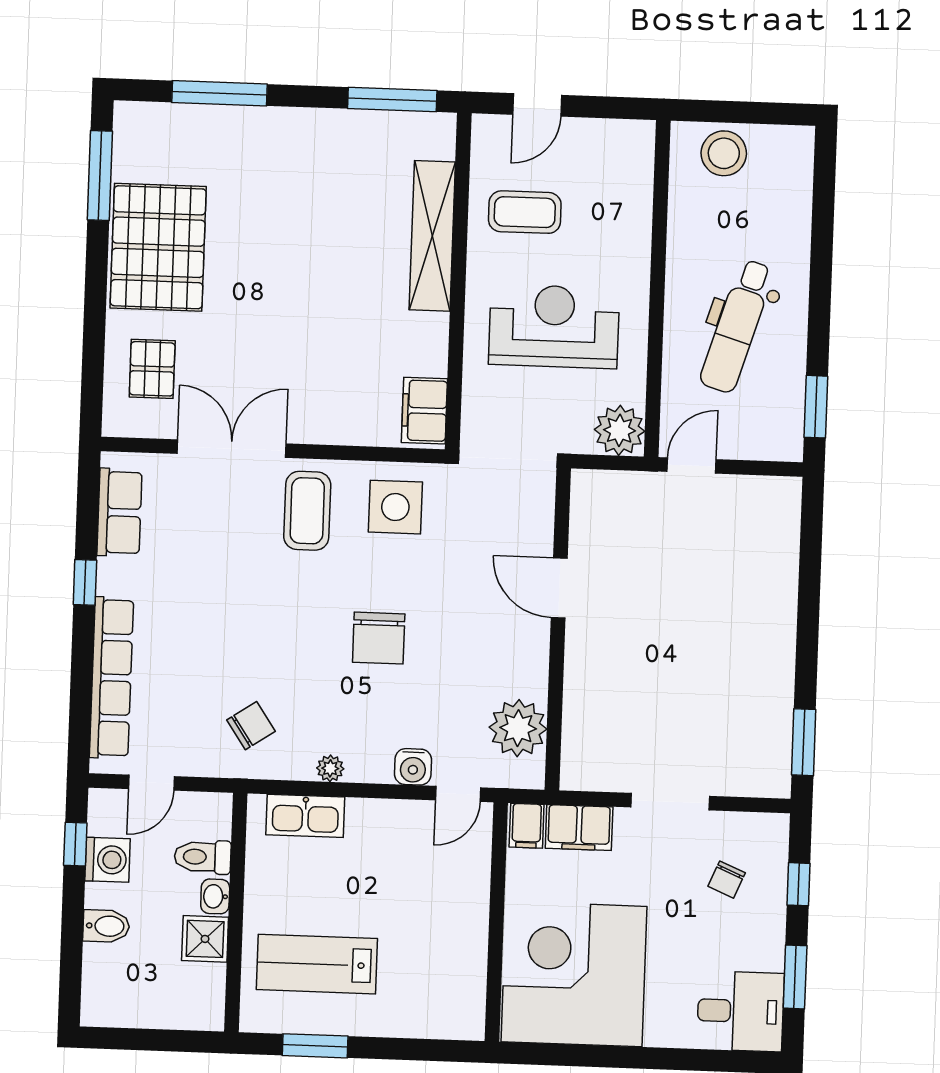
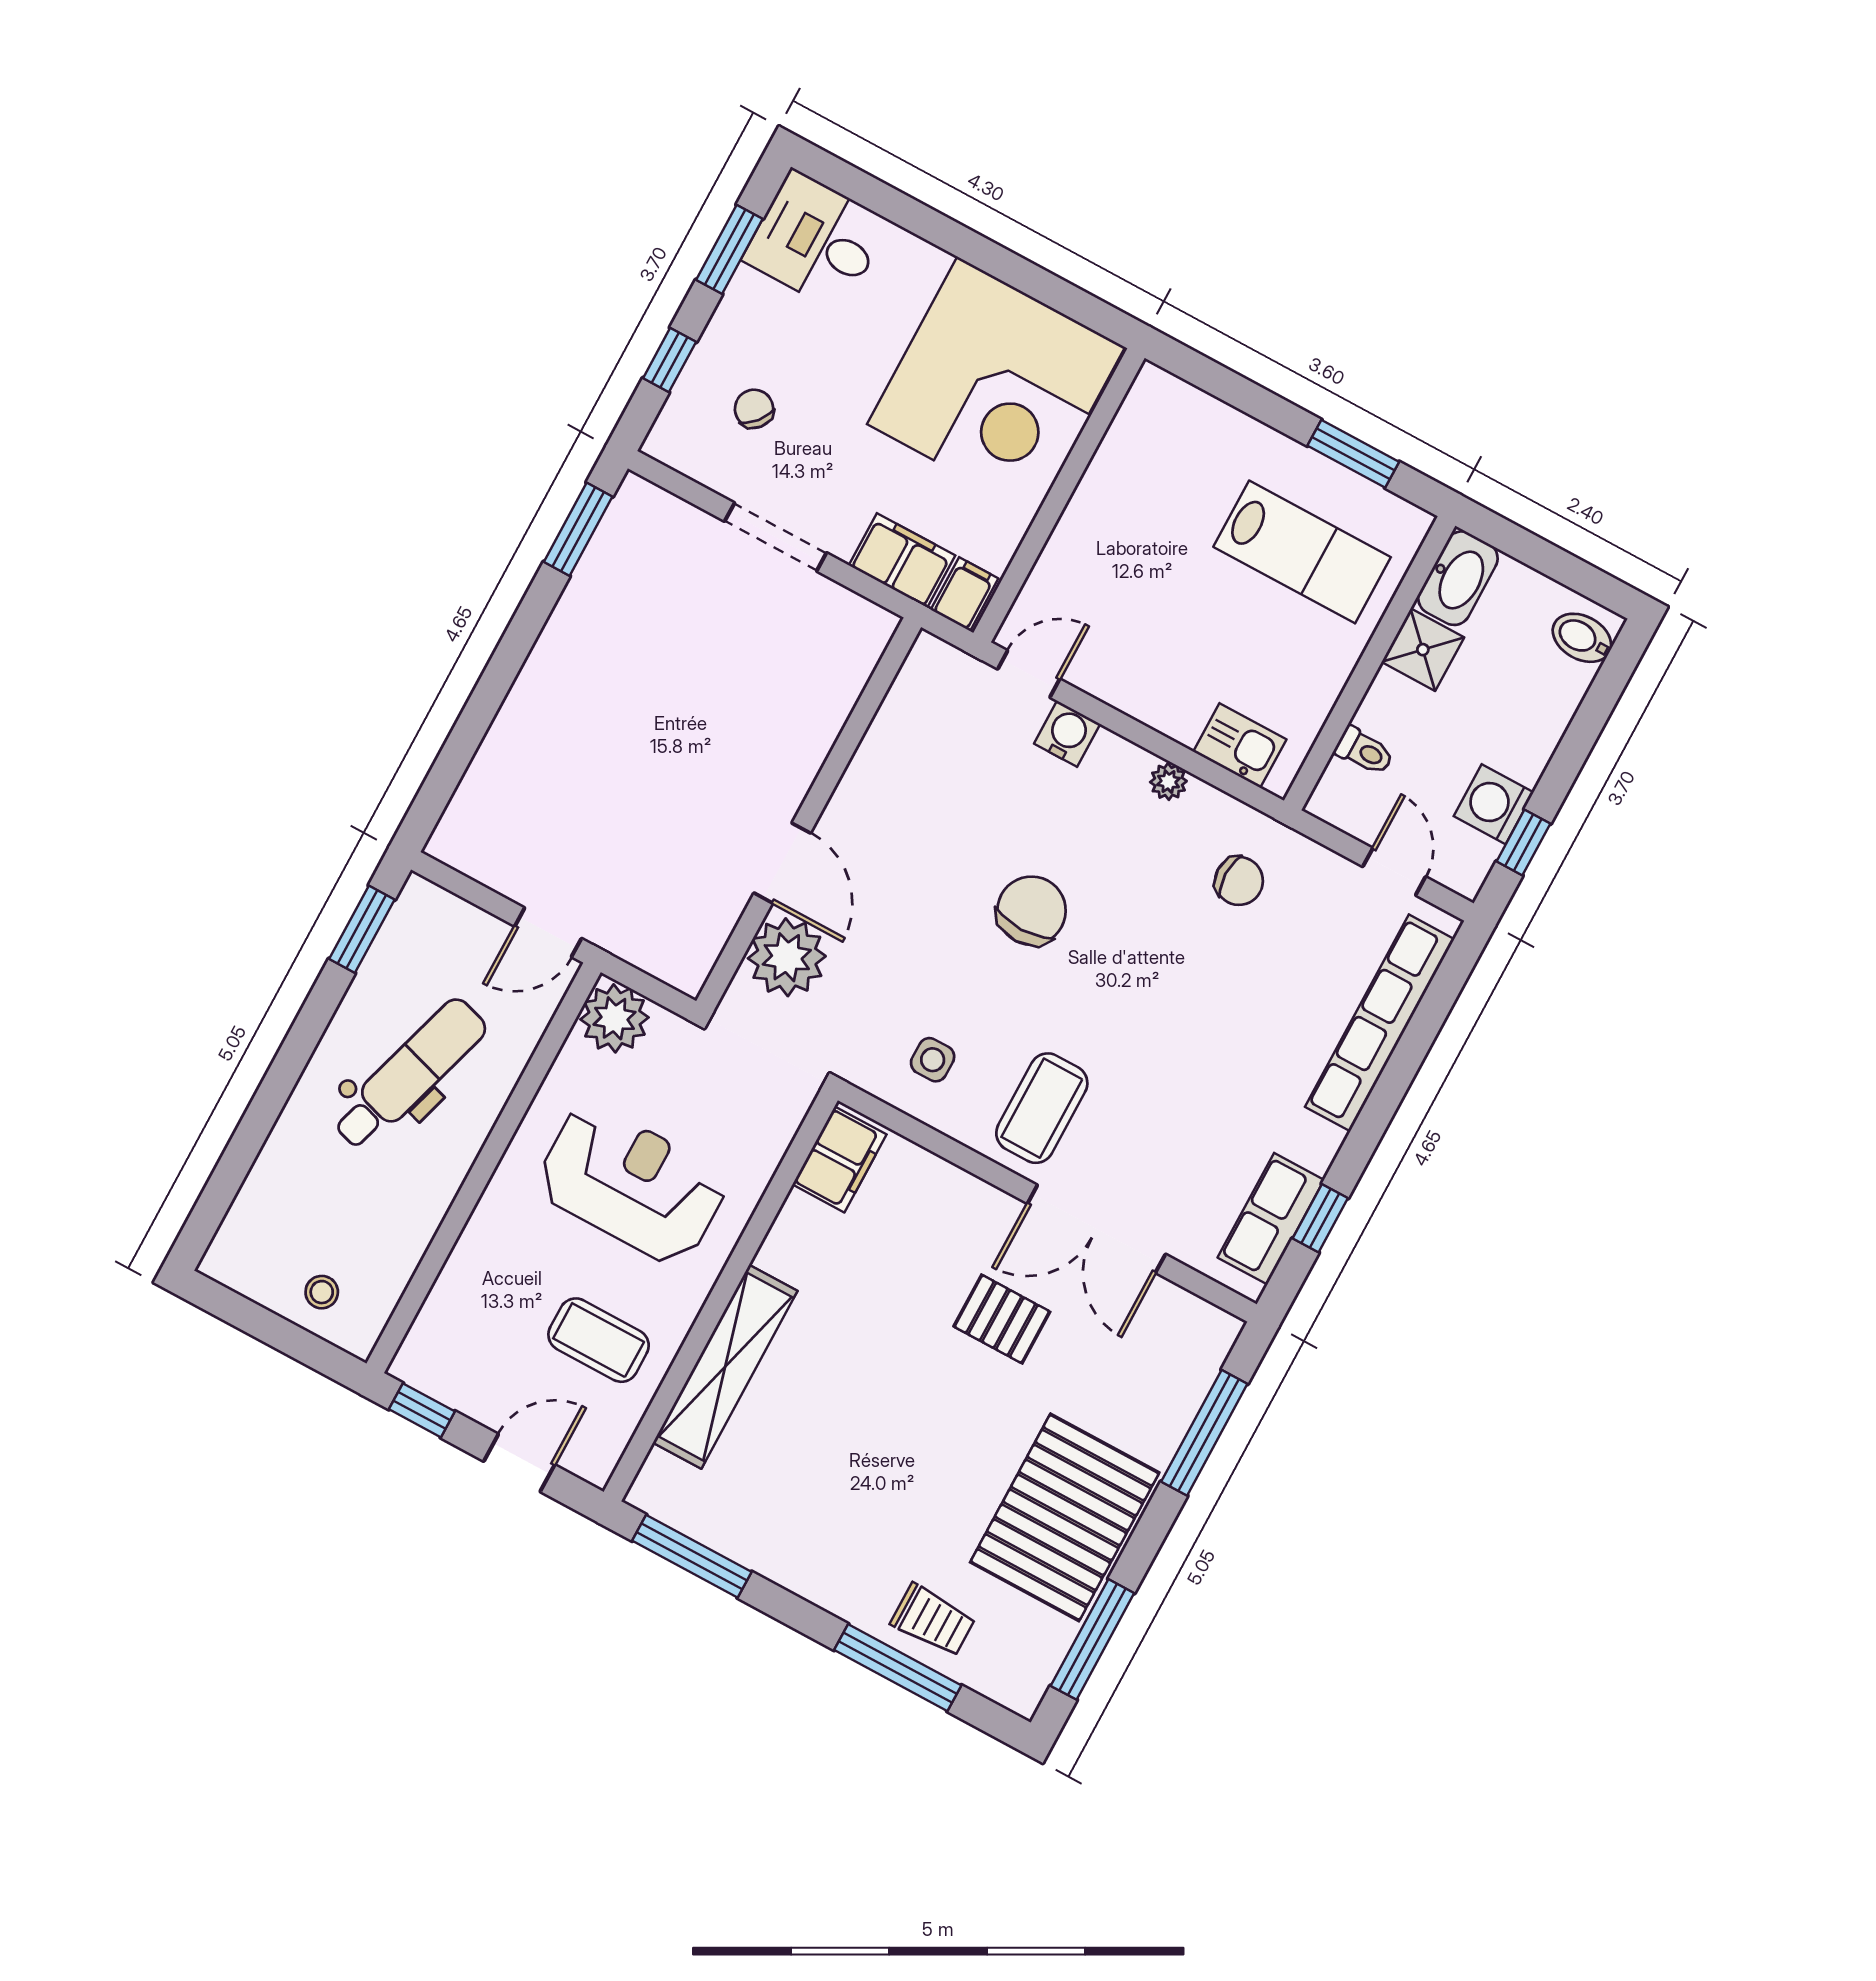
window: (619, 108) -> (422, 1410), added
trolley: (212, 136) -> (933, 1620), added
stool: (724, 153) -> (322, 1292), width x0.53, depth x0.53
reception desk: (554, 326) -> (632, 1184), turned 180
window: (93, 349) -> (1204, 1433), added
pallet: (152, 369) -> (1002, 1319), moved, turned 90
side table: (395, 507) -> (933, 1060), width x0.54, depth x0.54
window: (85, 582) -> (1320, 1218), moved
chair: (251, 726) -> (1239, 881), turned -146
plant: (518, 728) -> (787, 957), moved
door: (151, 783) -> (1394, 872), hinge flipped
kitchen sink: (305, 816) -> (1240, 746), width x0.73
toilet: (203, 857) -> (1364, 751), width x0.73, depth x0.72
chair: (727, 880) -> (754, 409), turned -73
washbasin: (215, 896) -> (1458, 578), moved, width x1.91, depth x1.45
bidet: (106, 926) -> (1582, 638), moved

